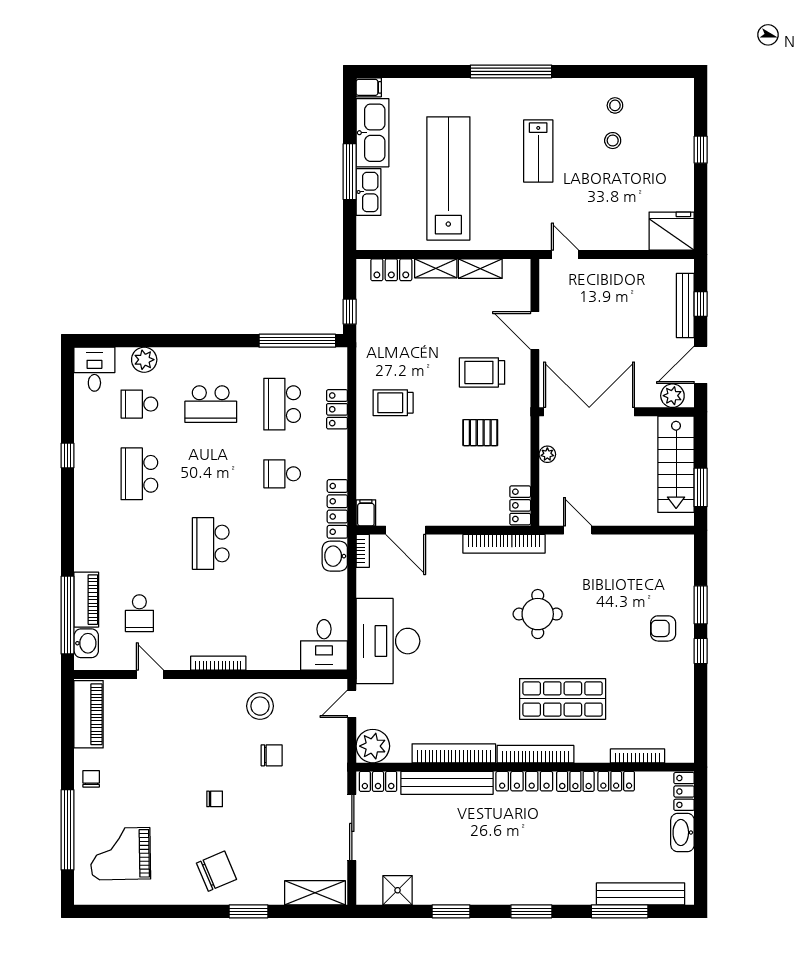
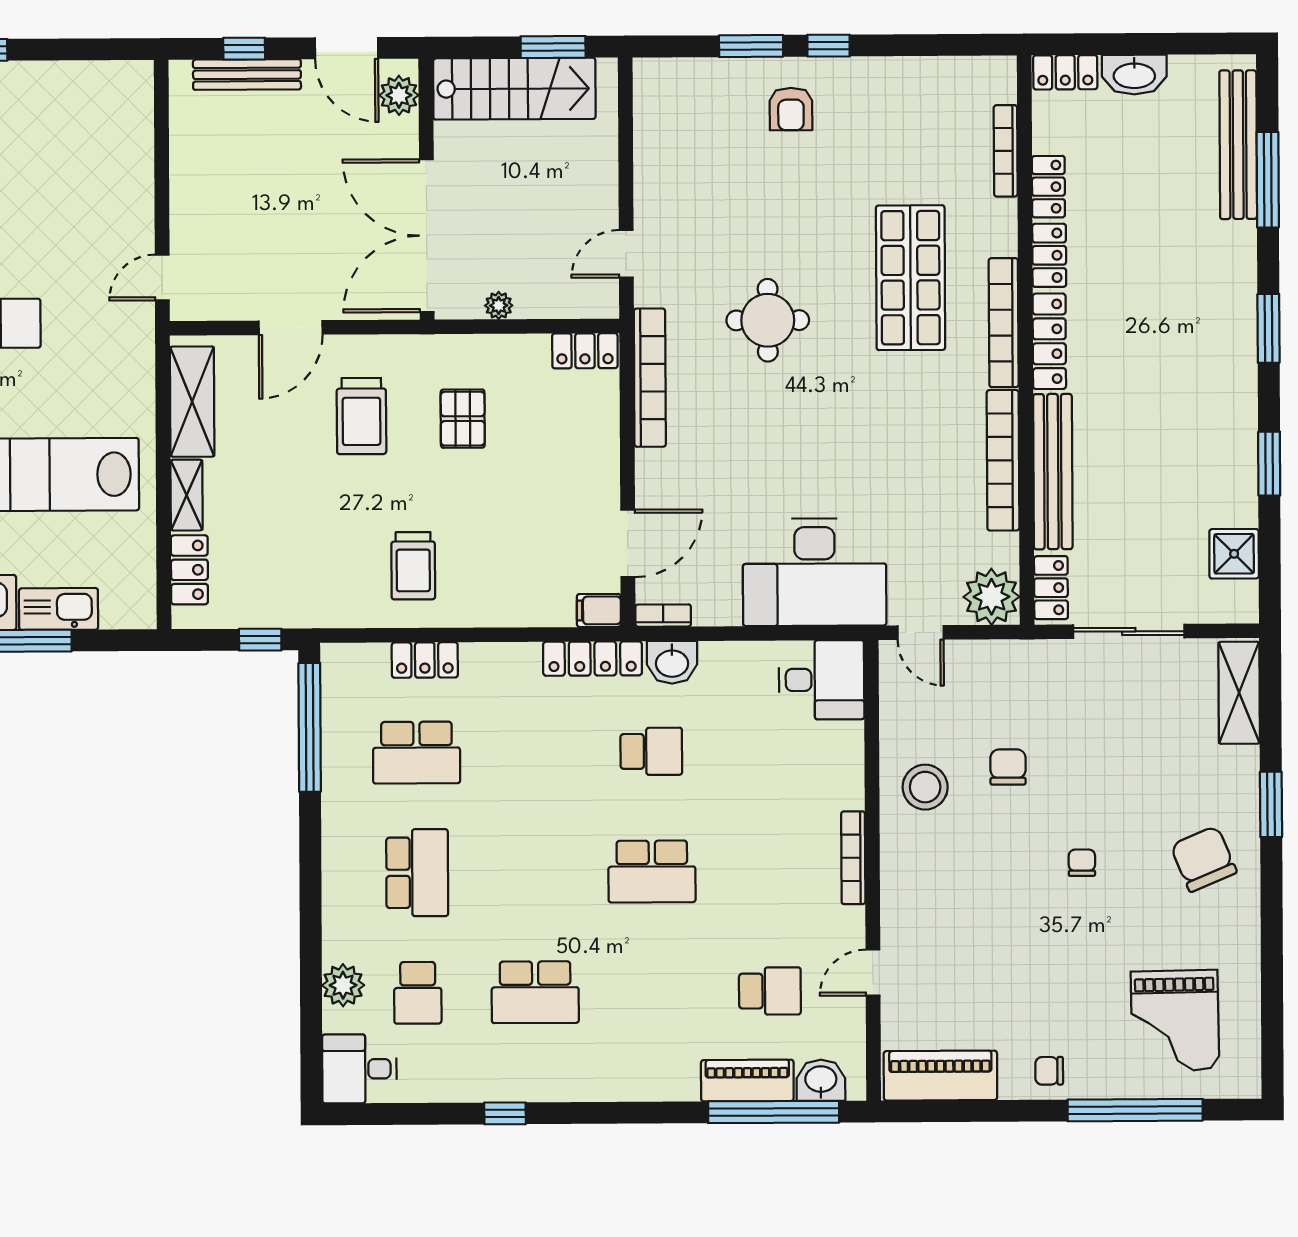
fridge: (672, 231) -> (122, 98), removed
shelving: (480, 269) -> (192, 402), width x1.50, depth x1.33
school desk: (282, 474) -> (651, 751), moved, turned -90

